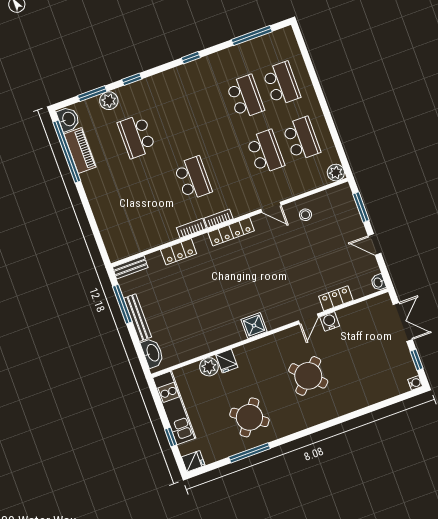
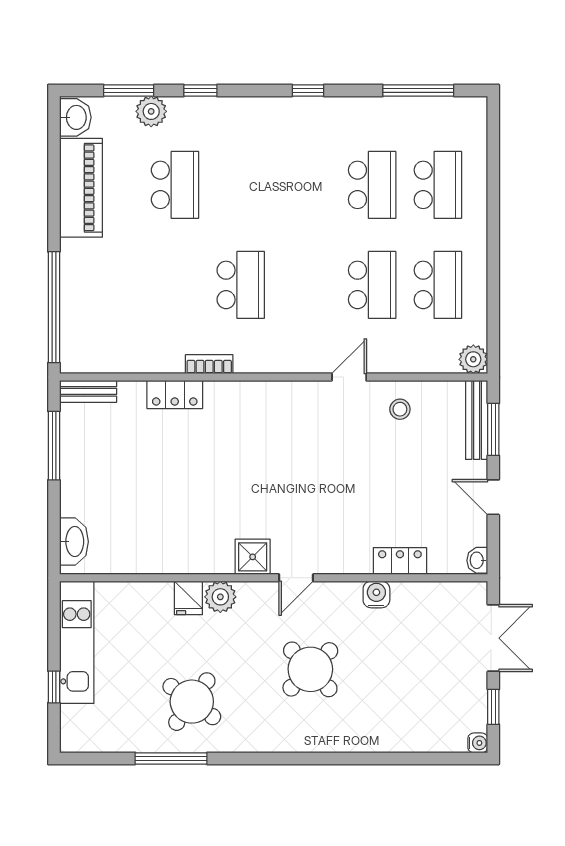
school desk: (137, 136) -> (175, 185), turned 180
window: (67, 151) -> (54, 307), moved
piano: (80, 151) -> (81, 188), width x1.37, depth x1.33
door: (271, 207) -> (349, 377), swing flipped
bookcase: (219, 219) -> (258, 365), removed
locker: (231, 232) -> (271, 393), removed
bench: (138, 318) -> (477, 420), moved
door: (308, 319) -> (296, 578), moved
plant: (209, 367) -> (220, 597), moved
fridge: (193, 461) -> (76, 739), removed

